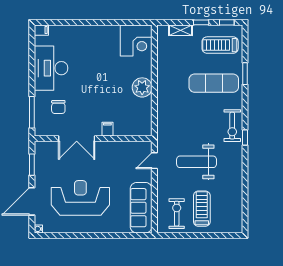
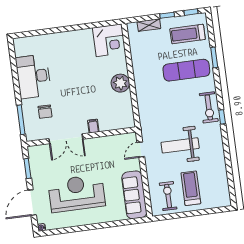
filing cabinet: (41, 30) -> (20, 42), removed

